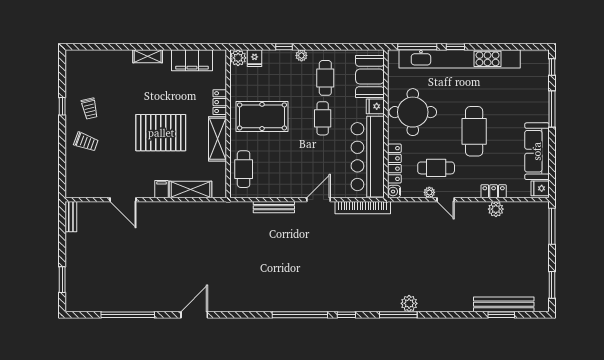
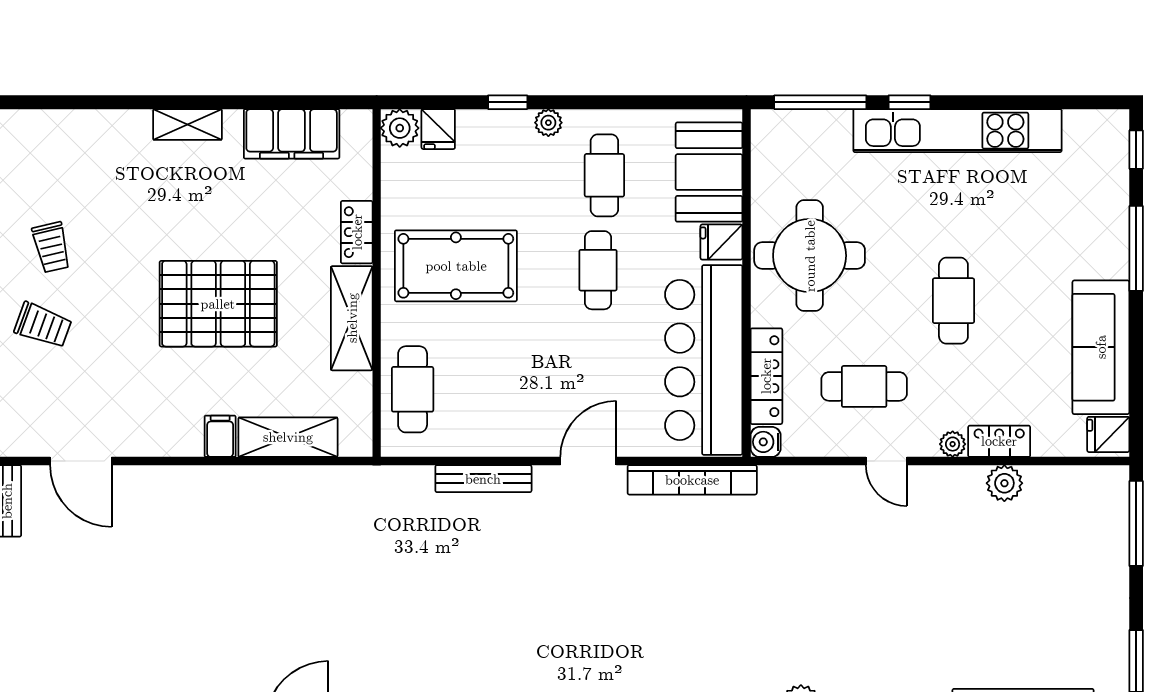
kitchen unit: (460, 59) -> (957, 131), width x0.73
cafe table: (474, 131) -> (953, 301), width x0.73, depth x0.74
plant: (429, 192) -> (953, 444), moved
door: (123, 200) -> (81, 461), moved

